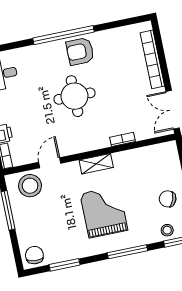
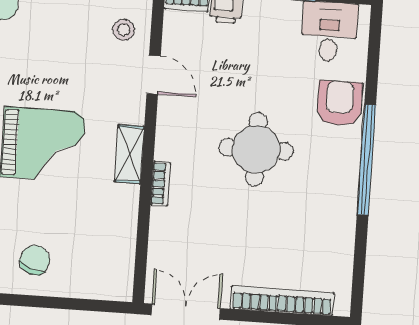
armchair: (80, 51) -> (340, 103), moved
bookcase: (122, 139) -> (161, 184), moved
stool: (30, 186) -> (124, 30), width x0.53, depth x0.53

